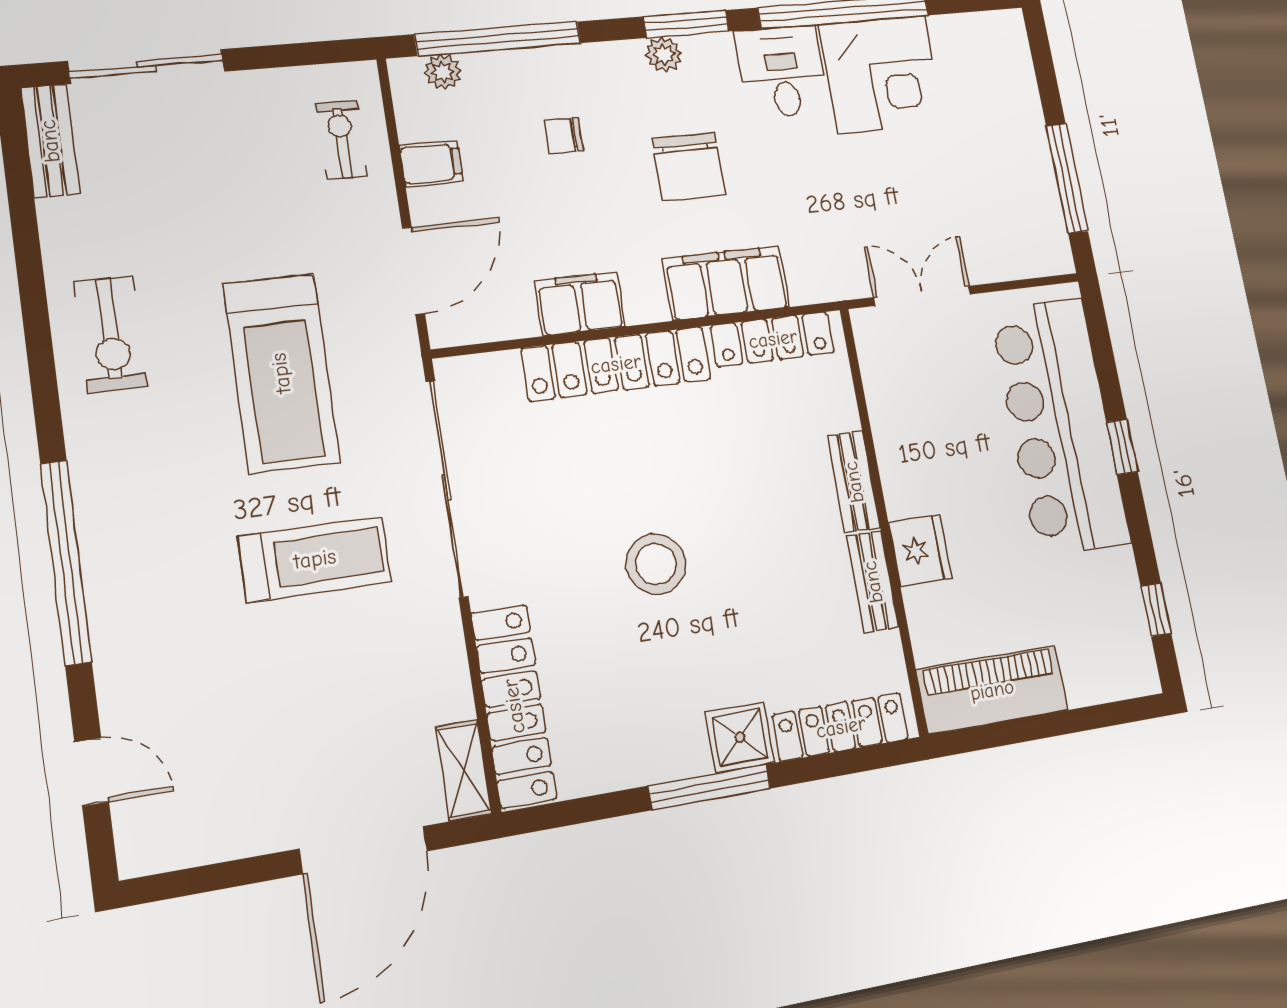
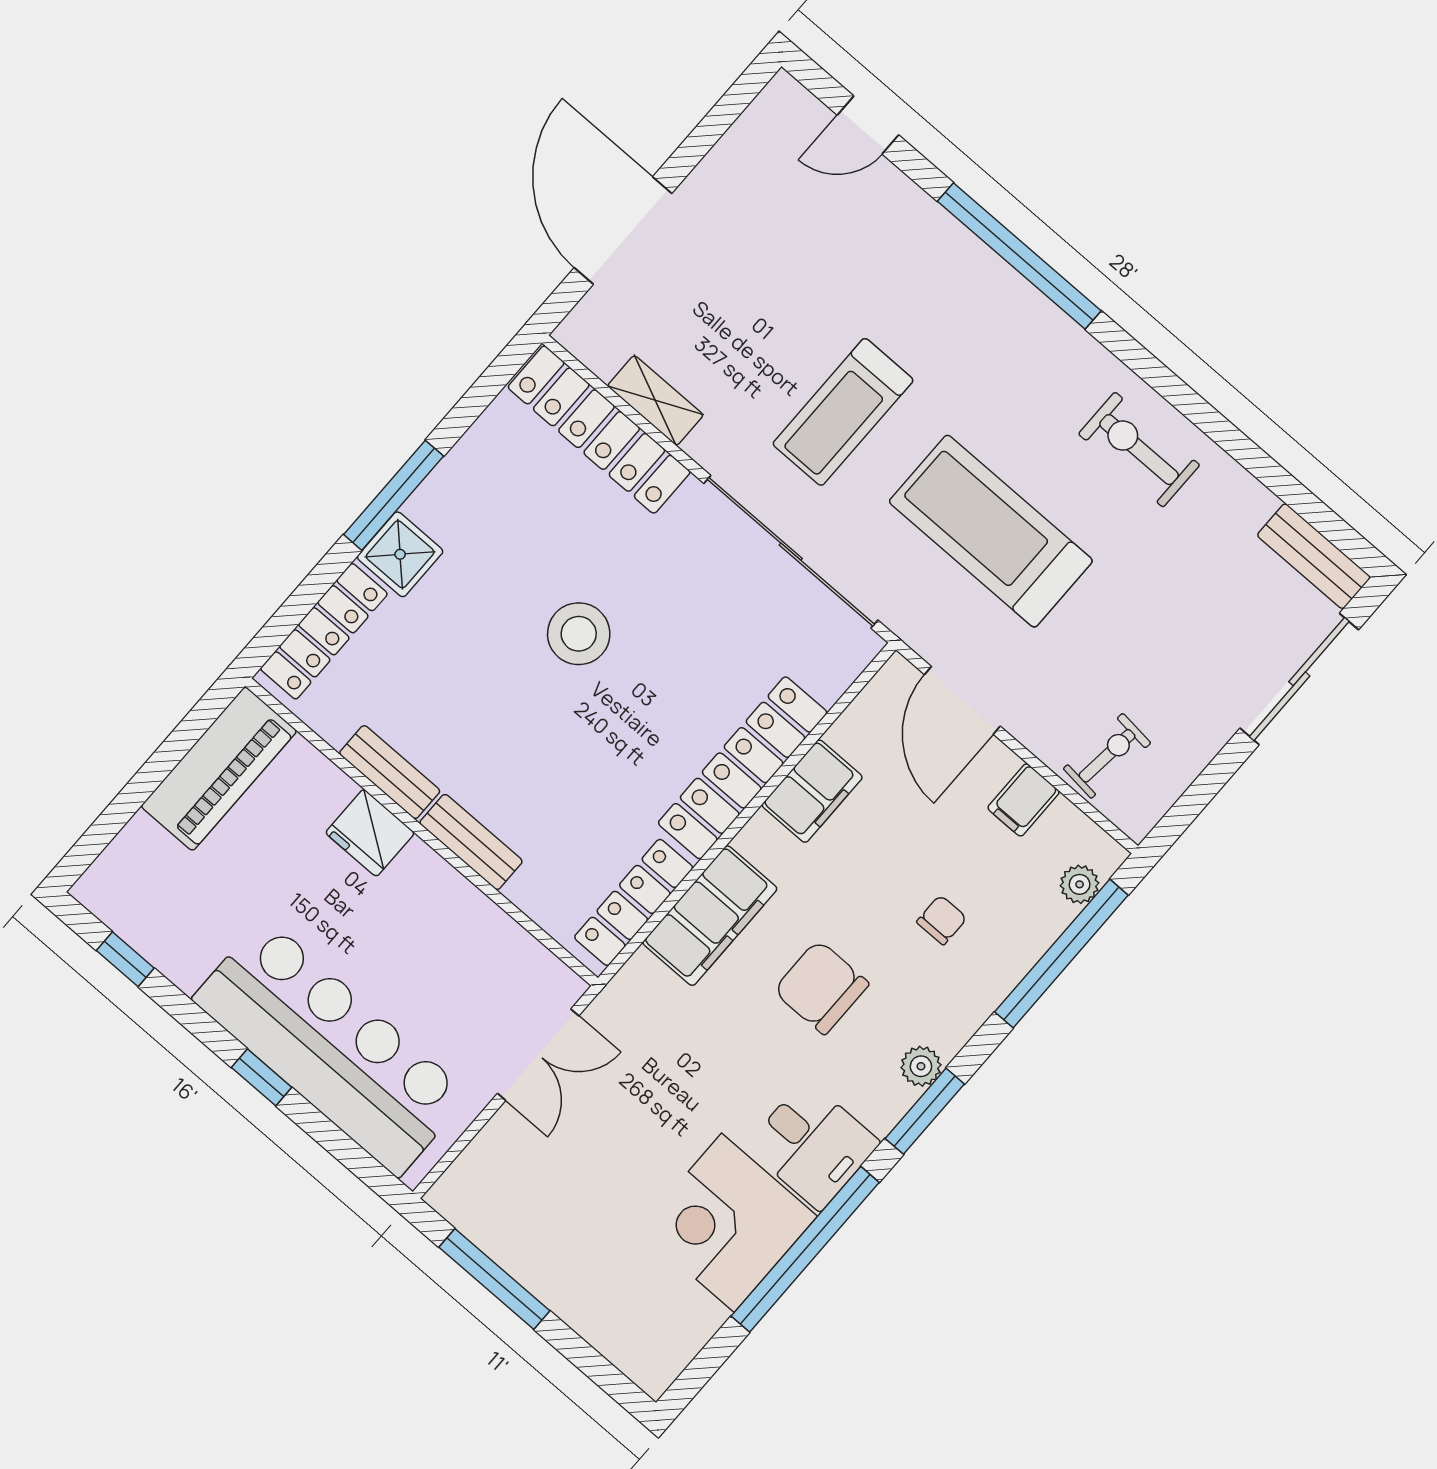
exercise bike: (342, 140) -> (1107, 756), turned -84
shelving: (464, 770) -> (655, 400), moved

